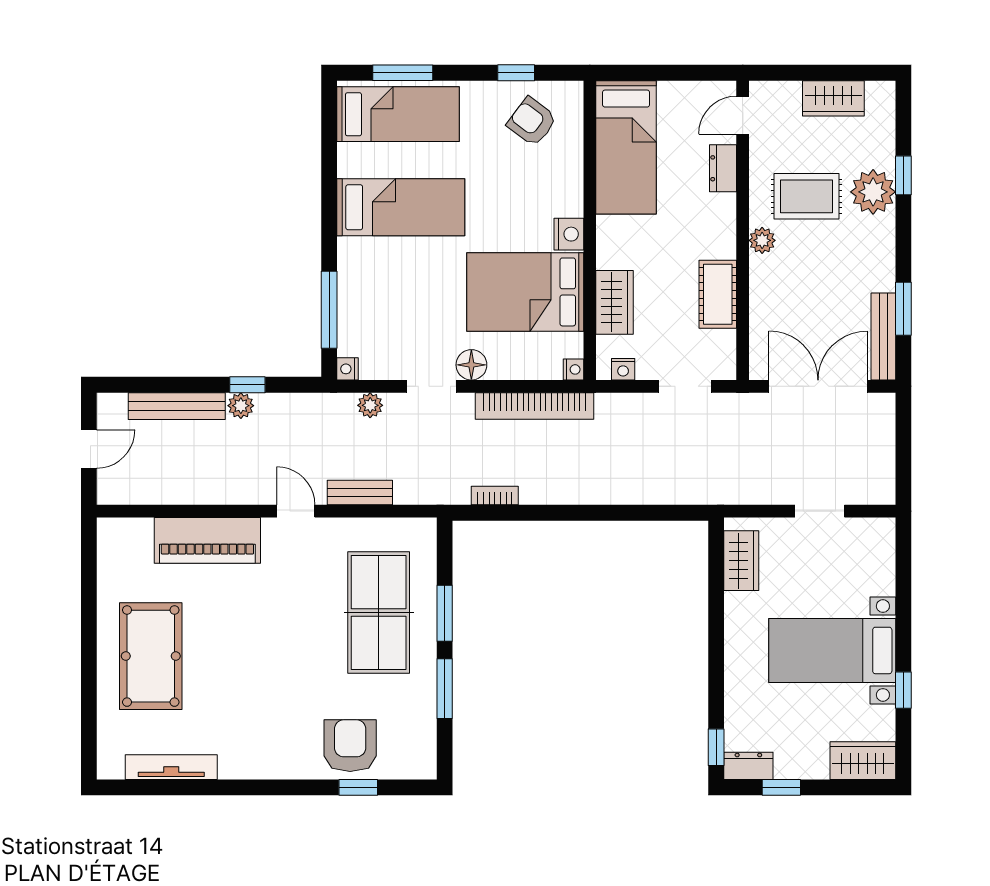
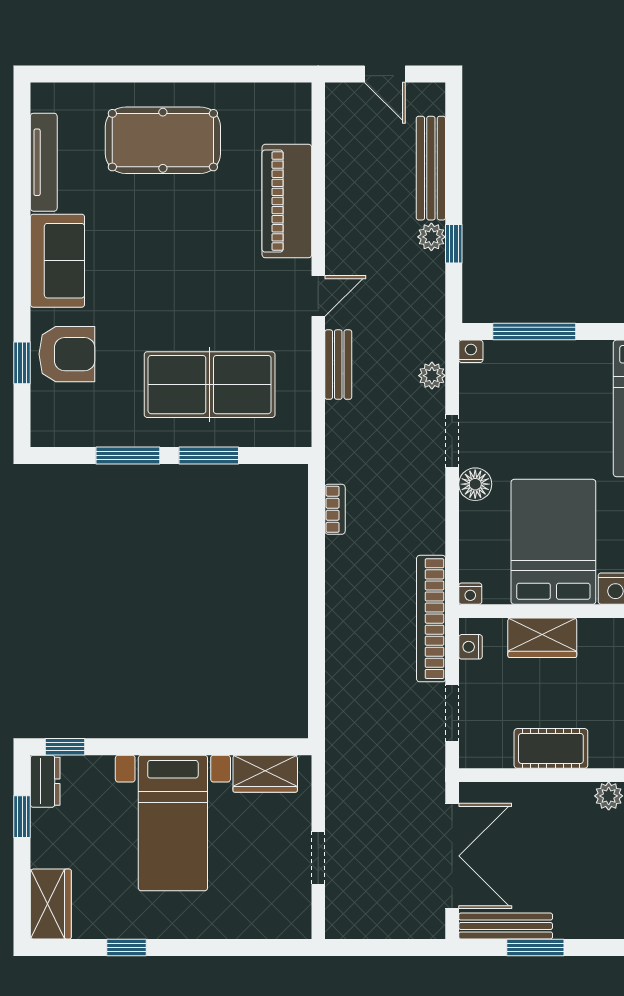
bookcase: (534, 406) -> (431, 619), moved
bed with nightstands: (832, 650) -> (173, 823), moved, turned 180
sofa: (263, 754) -> (57, 261), added

